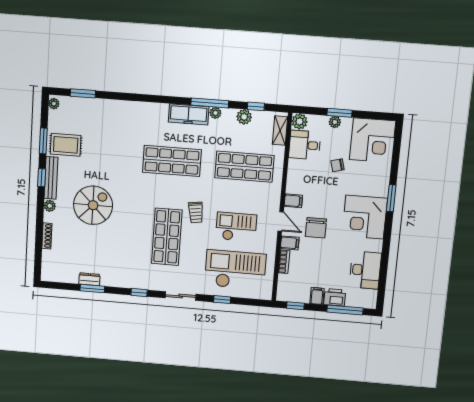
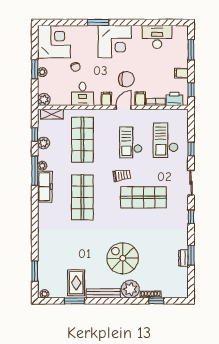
desk: (305, 145) -> (83, 94), moved
window: (42, 178) -> (156, 301), moved
plant: (50, 206) -> (130, 289), width x1.87, depth x1.87
checkout: (235, 270) -> (166, 140), width x0.73, depth x0.83
printer: (335, 297) -> (174, 99), moved, turned 90
window: (345, 310) -> (191, 50), width x0.69

